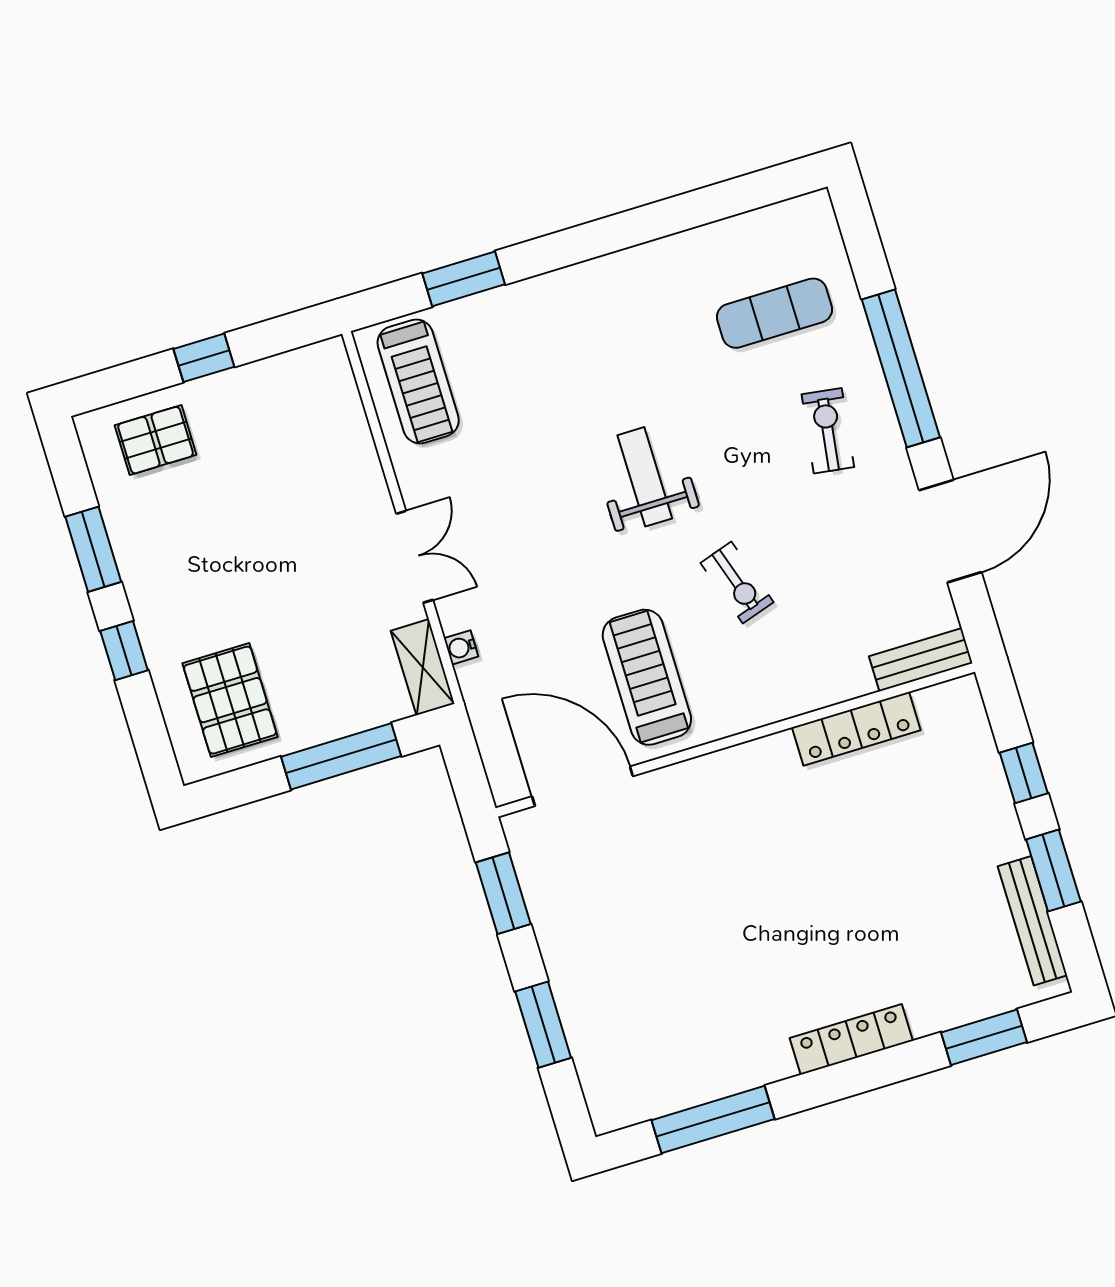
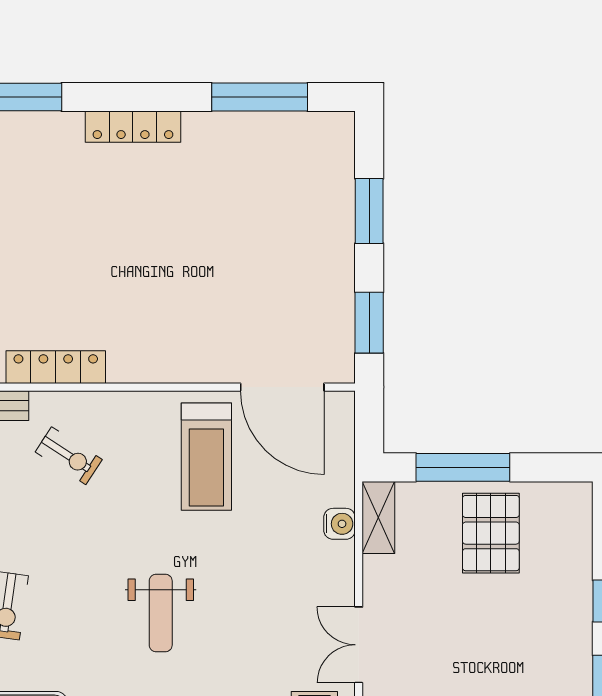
double door: (415, 557) -> (359, 645), moved
exercise bike: (737, 583) -> (69, 456), moved, turned 141
water cooler: (461, 647) -> (340, 524), width x1.38, depth x1.38
pallet: (230, 700) -> (491, 533), moved

